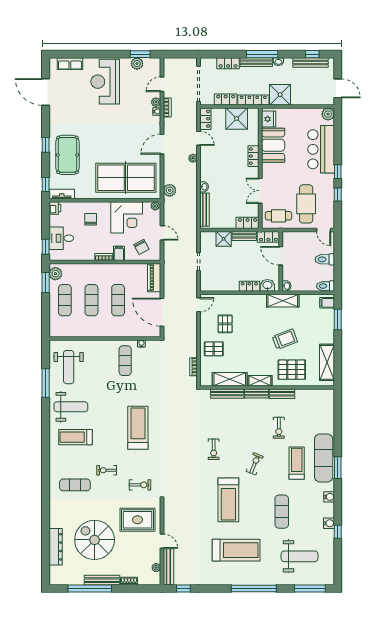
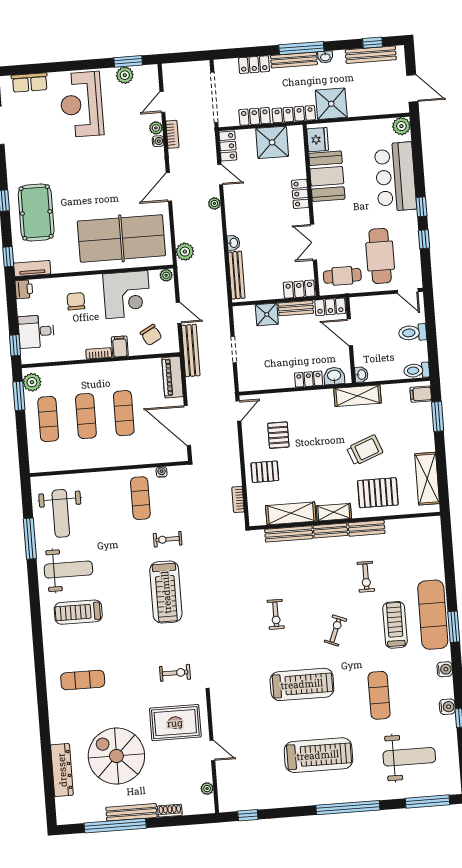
treadmill: (138, 428) -> (166, 592), turned 180
exercise bike: (107, 470) -> (168, 539), moved
treadmill: (228, 500) -> (302, 684), turned -90
bench: (168, 567) -> (191, 351), moved

